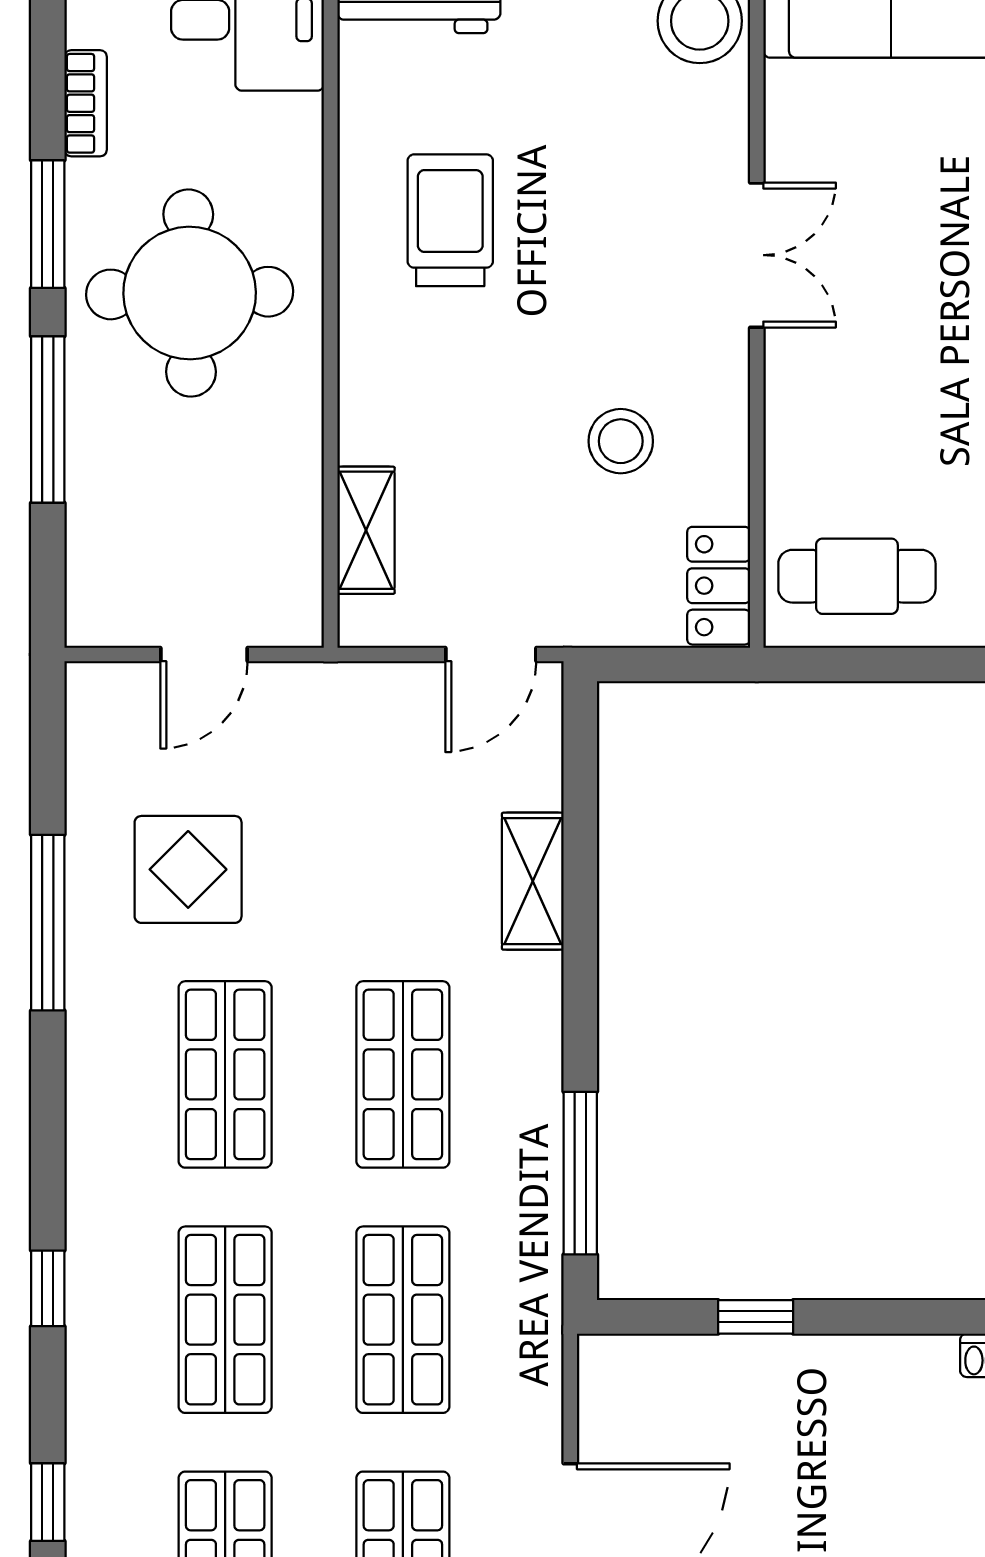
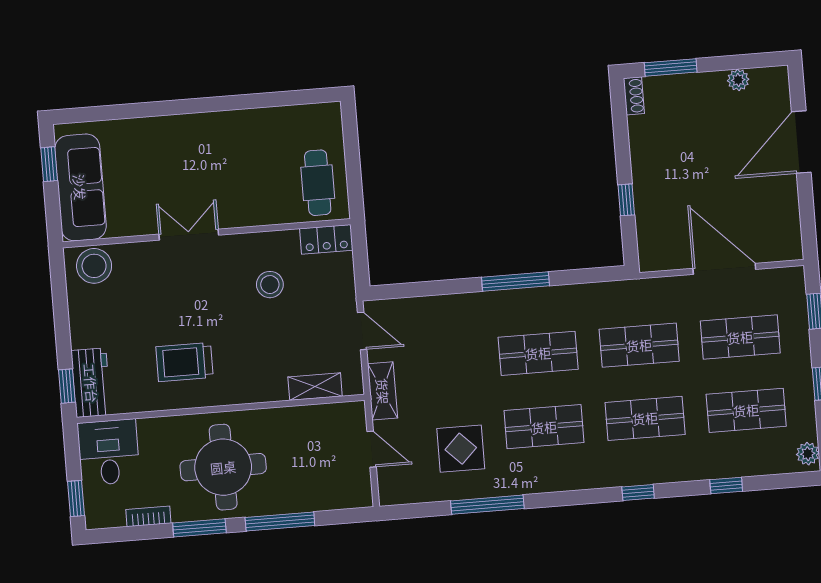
shelving: (533, 881) -> (383, 391), moved, turned 90
window: (580, 1173) -> (515, 282), moved

